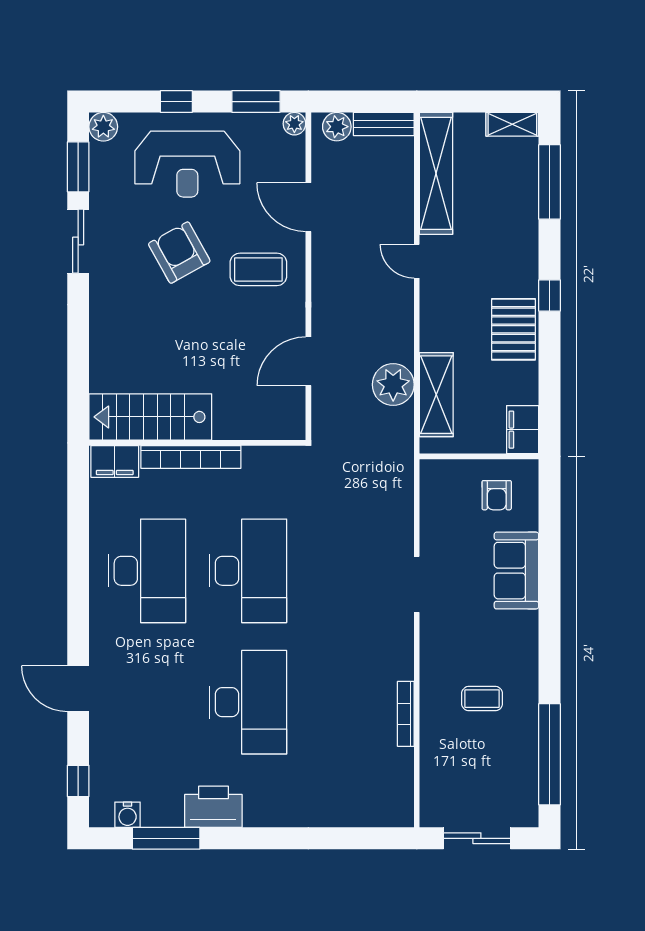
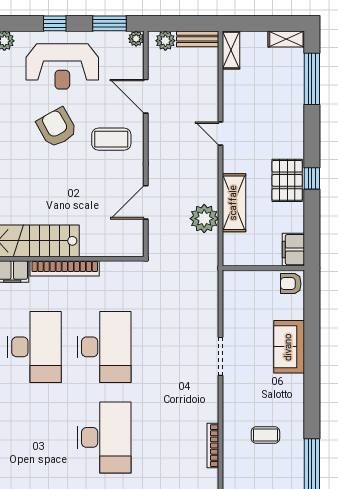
shelving: (436, 173) -> (231, 50), width x0.45, depth x0.75
window: (549, 295) -> (312, 178), moved
shelving: (436, 395) -> (234, 203), moved
armchair: (497, 495) -> (291, 284), moved, turned 90

